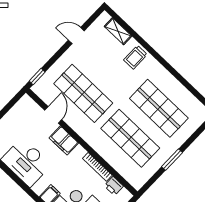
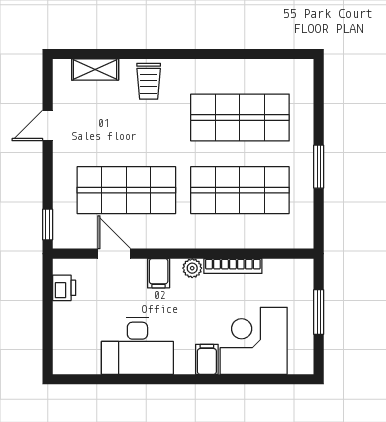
filing cabinet: (64, 140) -> (159, 273), width x0.50
plant: (80, 152) -> (192, 268), added
printer: (114, 186) -> (64, 288), moved, turned -90

